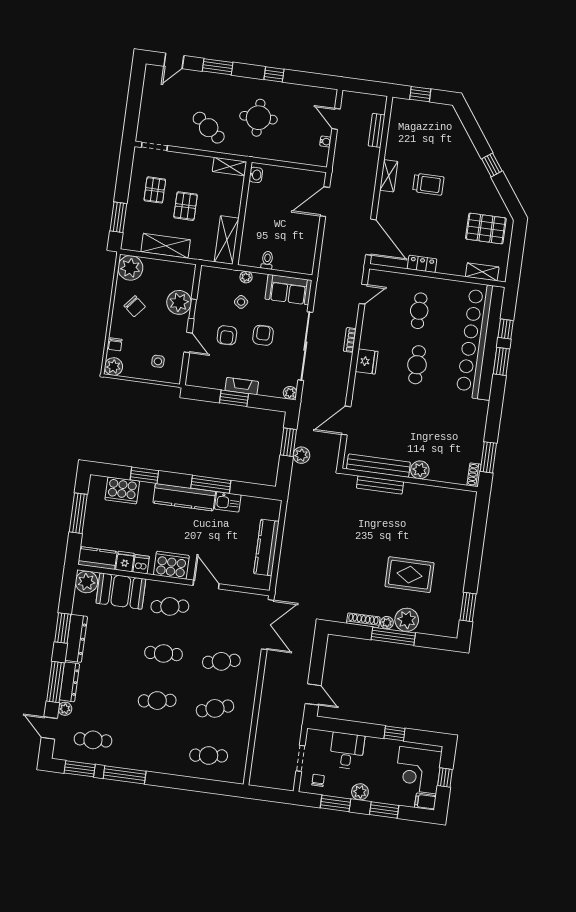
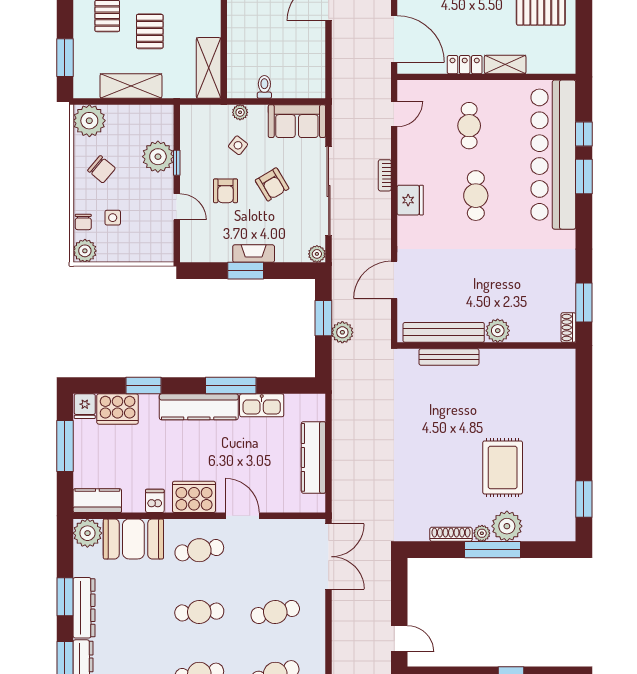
shelving: (482, 272) -> (505, 64), moved
armchair: (263, 335) -> (272, 184), turned 149
side table: (158, 361) -> (113, 218), moved
kitchen sink: (228, 502) -> (262, 405), width x1.38
fridge: (125, 562) -> (85, 406), moved, turned 180
rug: (409, 575) -> (503, 467), turned 90

